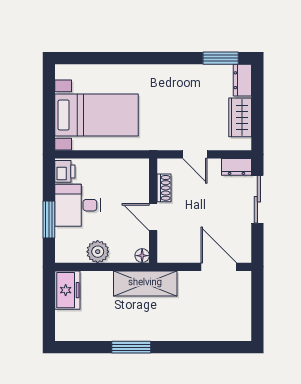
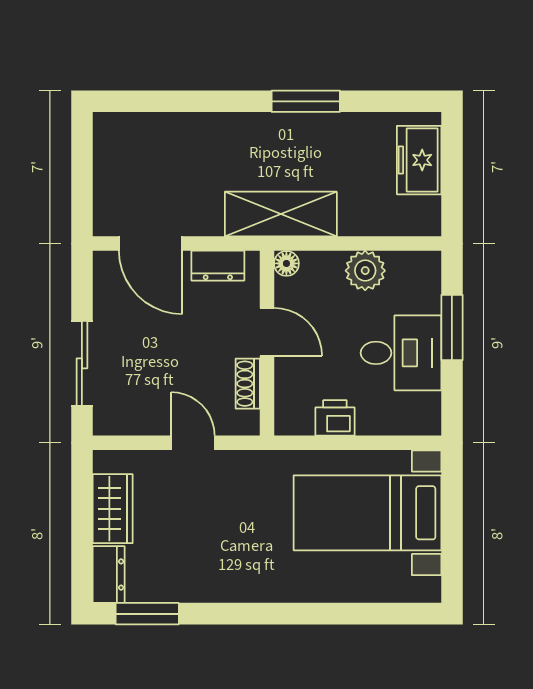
dresser: (236, 167) -> (218, 266), moved, turned 180
printer: (65, 171) -> (335, 418), moved, turned 90
freezer: (67, 290) -> (419, 160), moved

